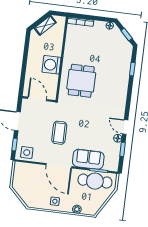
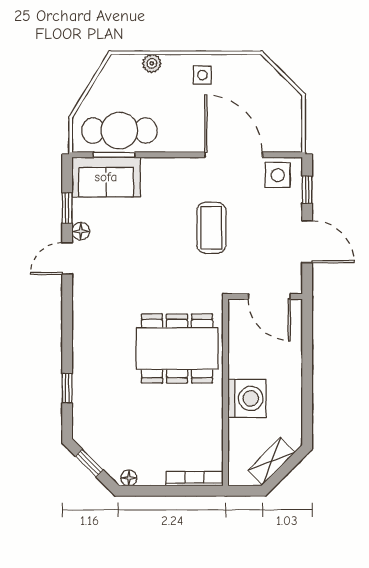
washing machine: (51, 65) -> (247, 398), moved
dining table: (81, 81) -> (177, 349), width x1.37
door: (125, 127) -> (67, 258), swing flipped
sofa: (88, 159) -> (106, 177), moved
door: (59, 166) -> (234, 155), moved

